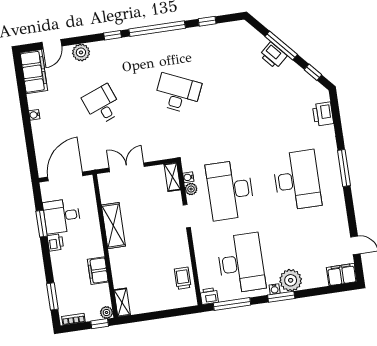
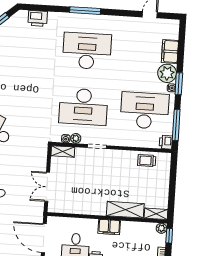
shelving: (113, 226) -> (125, 210), moved
filing cabinet: (98, 271) -> (109, 227), moved
filing cabinet: (342, 275) -> (170, 51), moved

